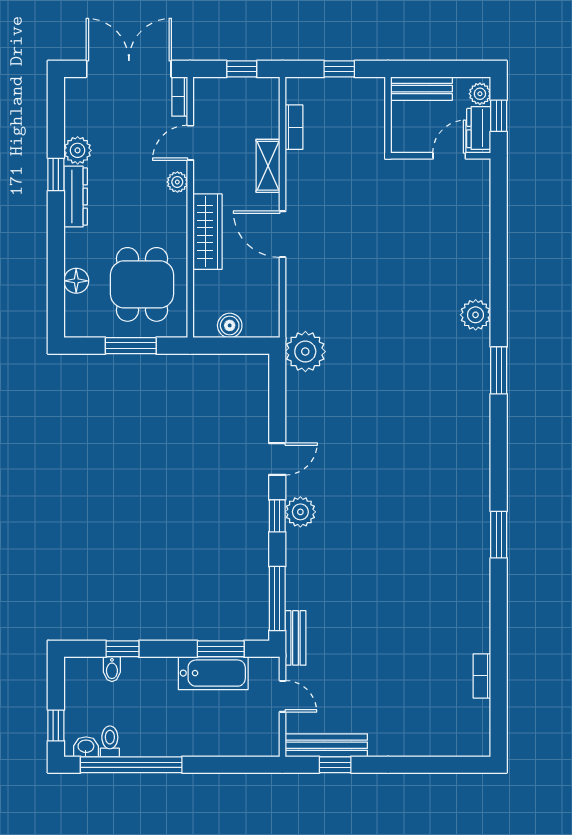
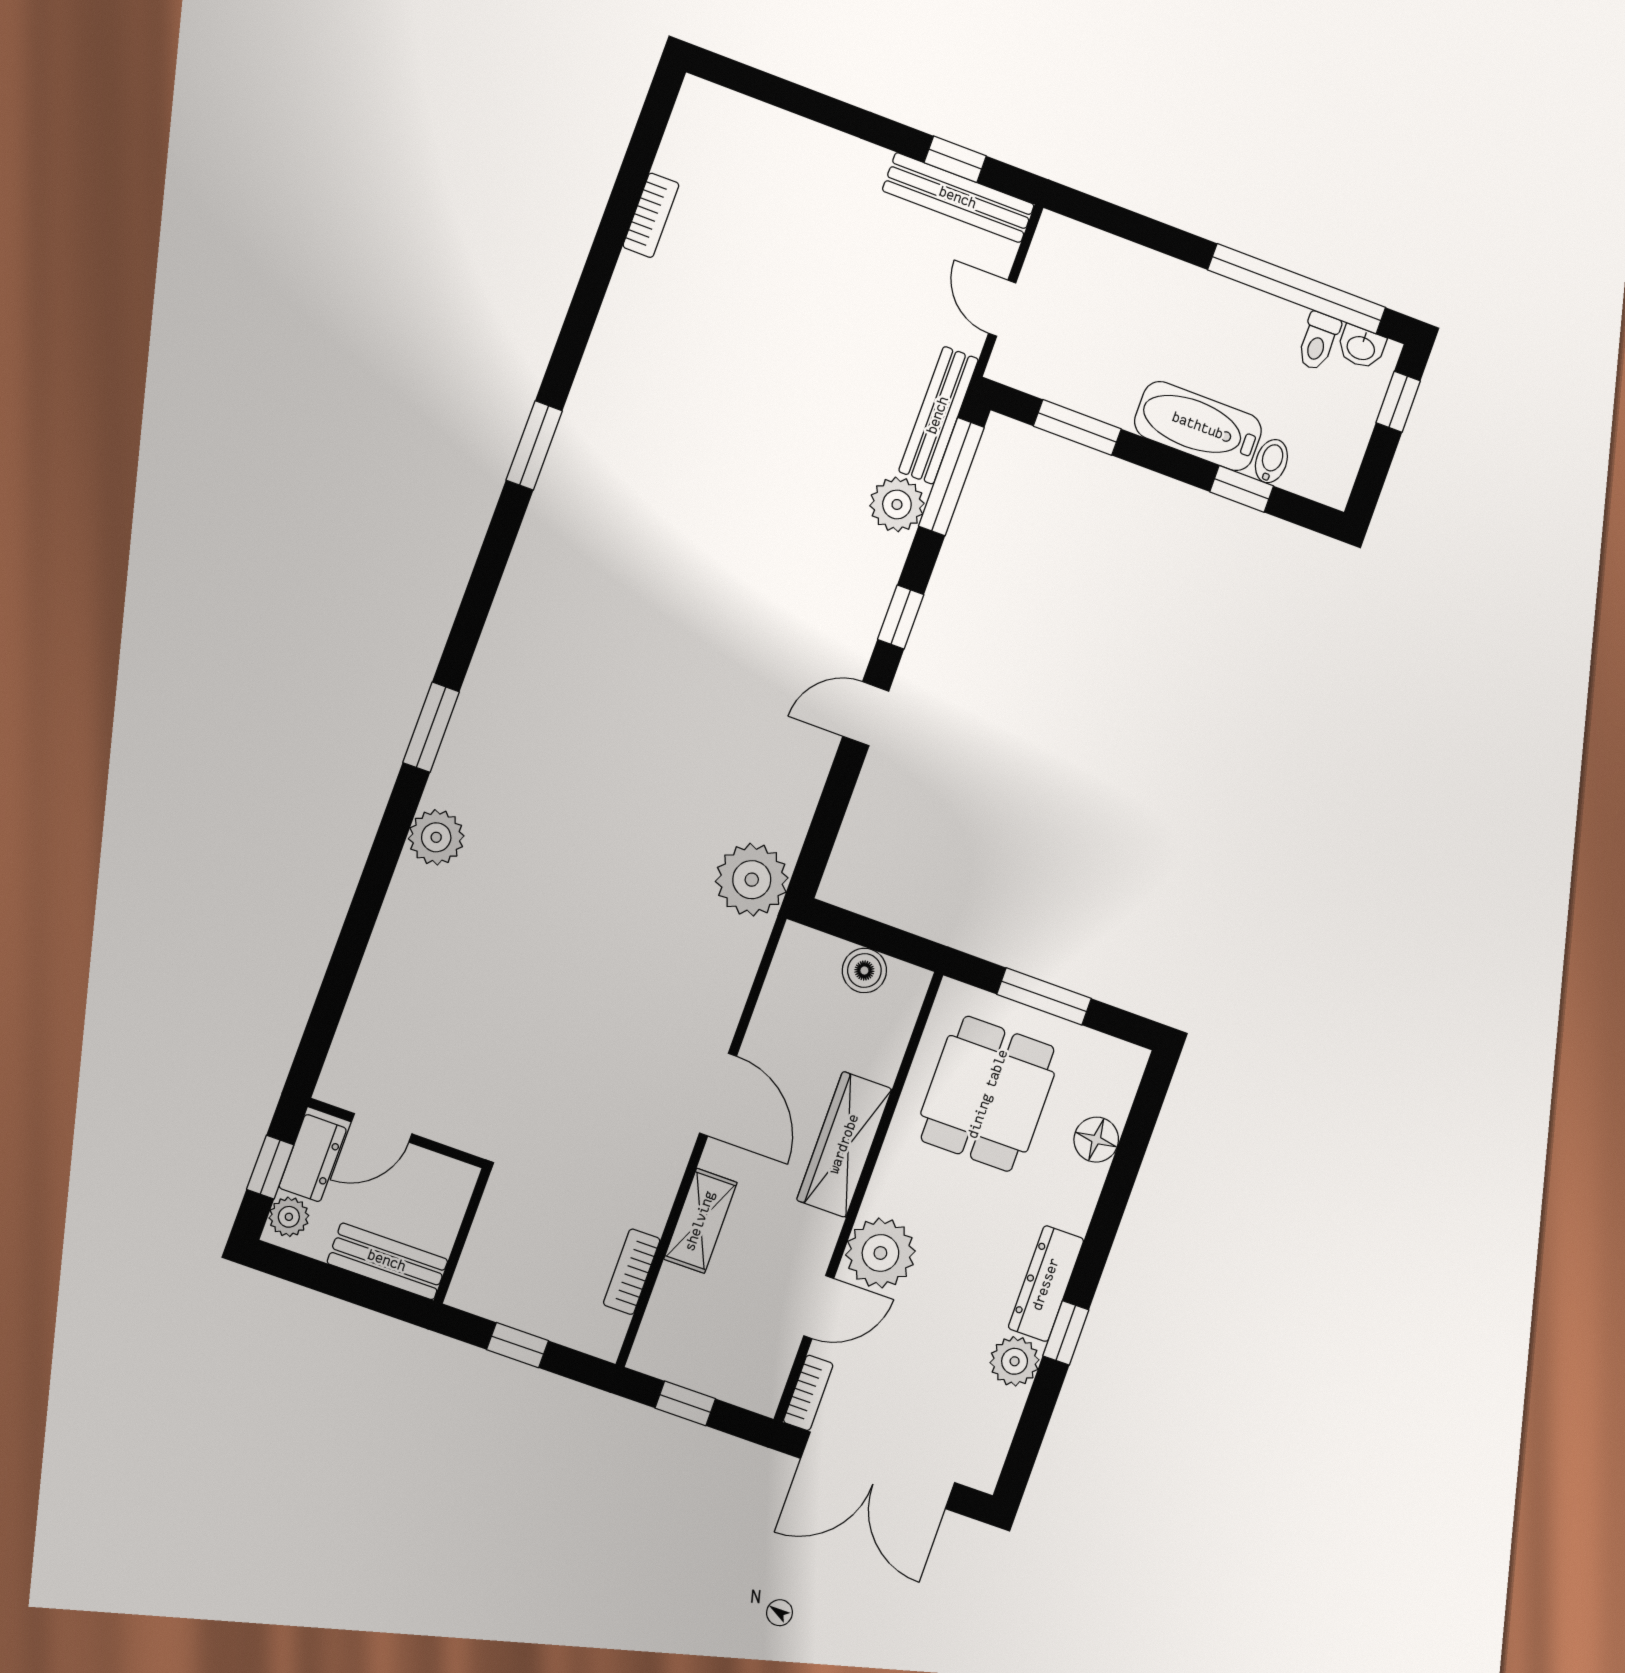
plant: (177, 182) -> (880, 1253), width x1.88, depth x1.88
plant: (300, 512) -> (897, 504), moved
bench: (296, 638) -> (938, 415), width x1.36
bathtub: (213, 673) -> (1198, 426), moved

